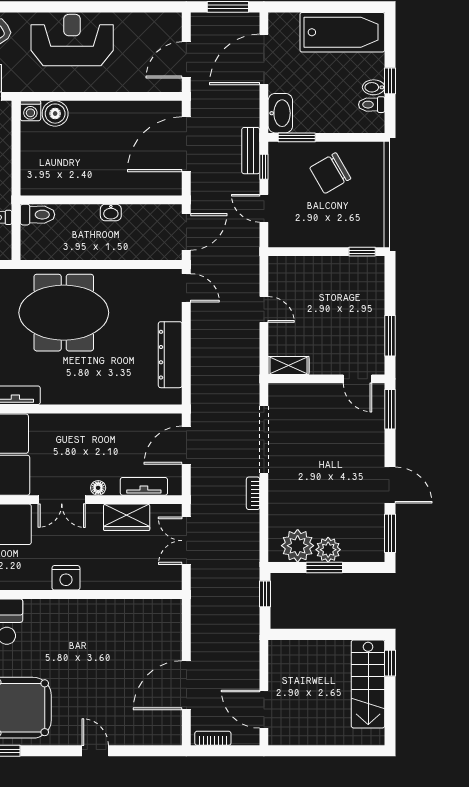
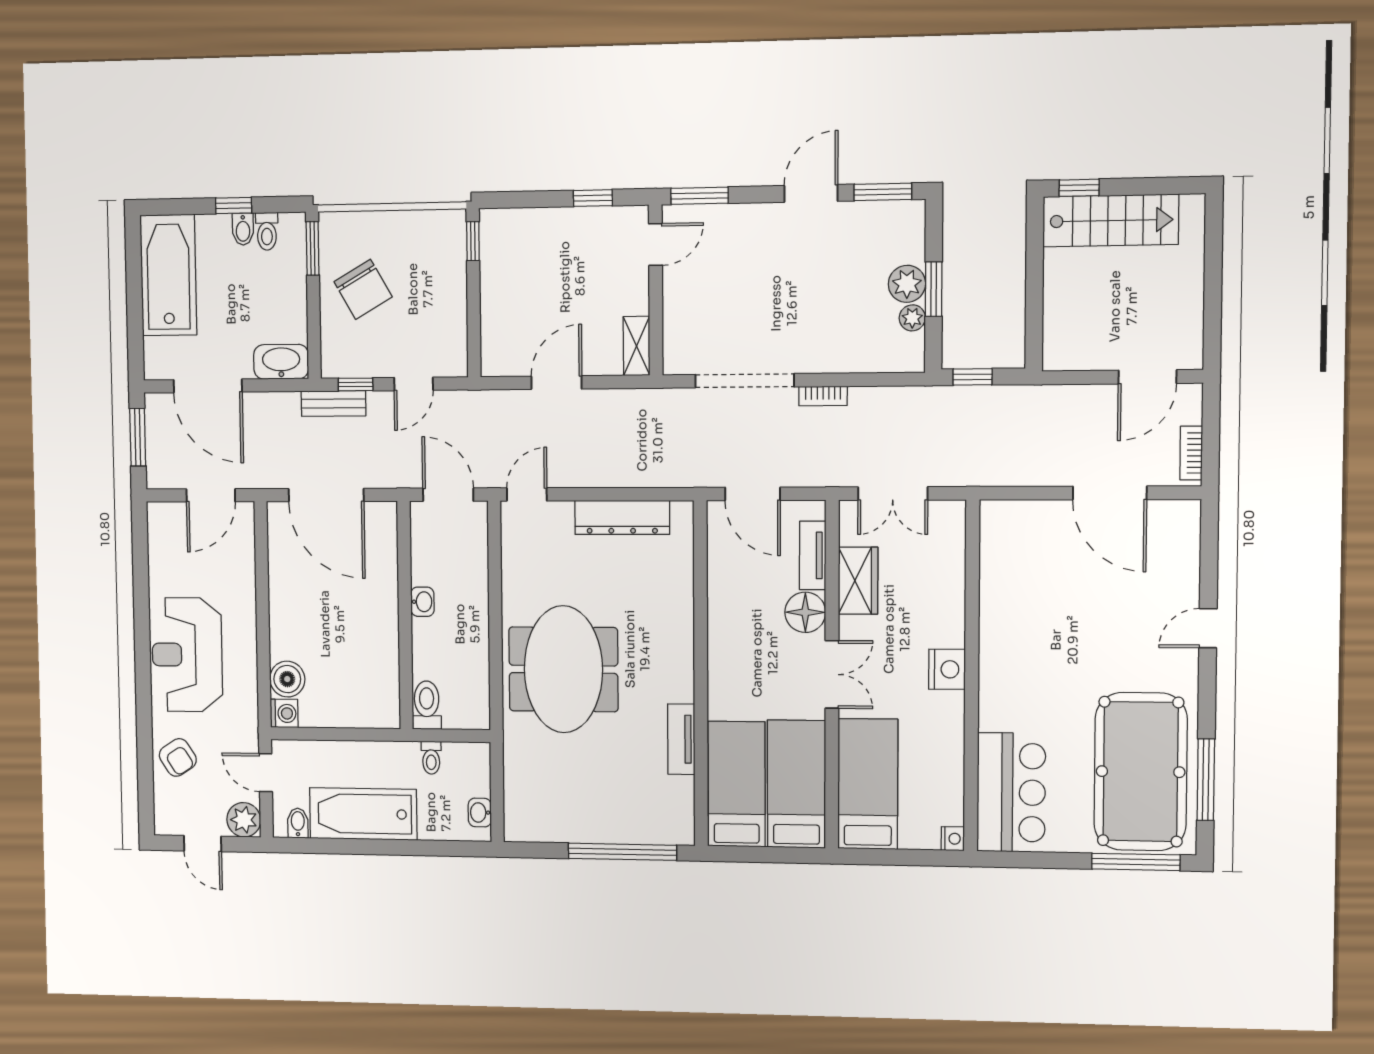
door: (186, 60) -> (211, 495), hinge flipped
window: (297, 137) -> (313, 248), moved
door: (264, 309) -> (556, 383), width x1.38
window: (390, 336) -> (593, 198), width x0.67
floor lamp: (98, 488) -> (805, 612), width x1.89, depth x1.89
plant: (298, 546) -> (912, 318), width x0.53, depth x0.53

